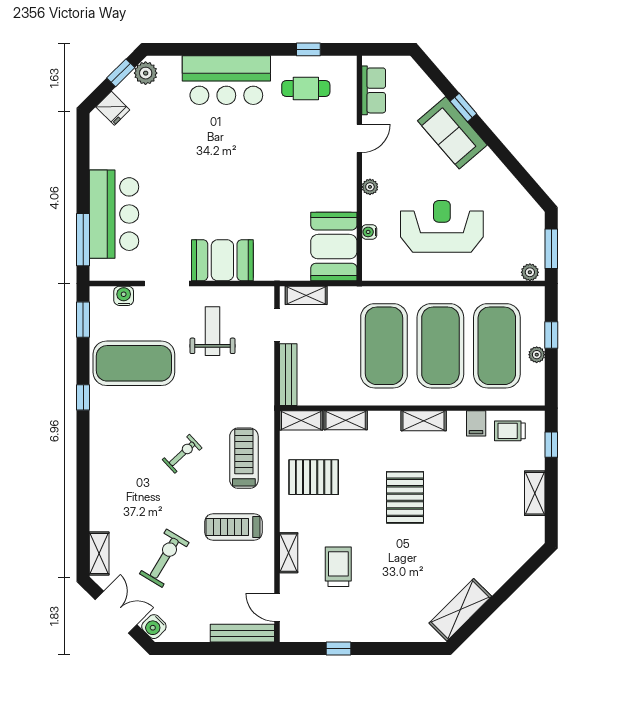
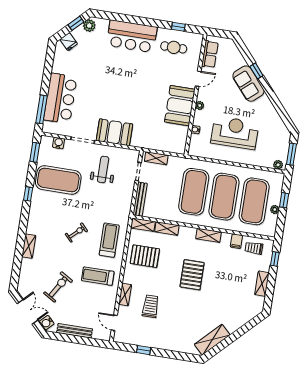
booth: (334, 247) -> (180, 106), moved
shelving: (99, 553) -> (29, 246), moved
bench: (242, 633) -> (75, 331), moved

